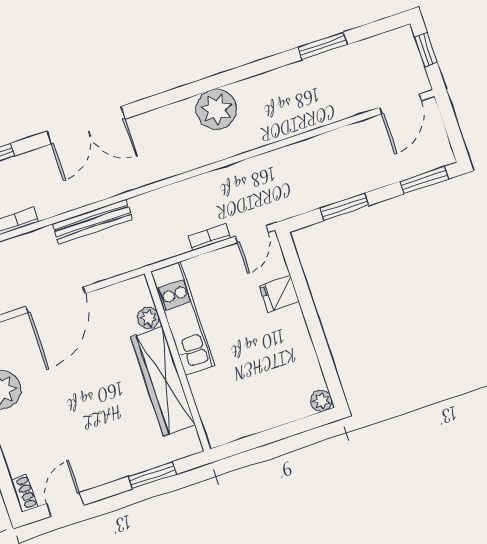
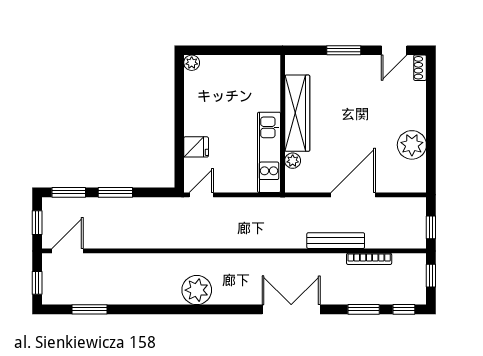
window: (323, 46) -> (90, 309), moved
window: (452, 127) -> (37, 223), added
window: (344, 207) -> (115, 192), moved
bench: (92, 222) -> (336, 241), moved
bookcase: (209, 237) -> (232, 203), removed
window: (152, 475) -> (344, 50), moved

